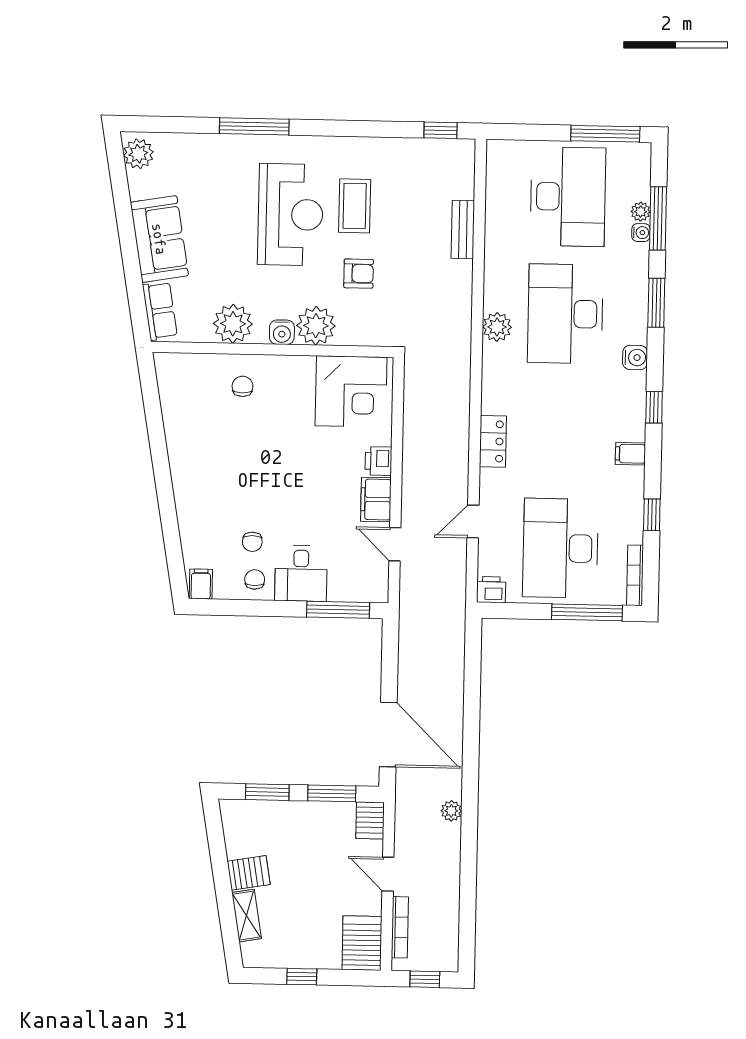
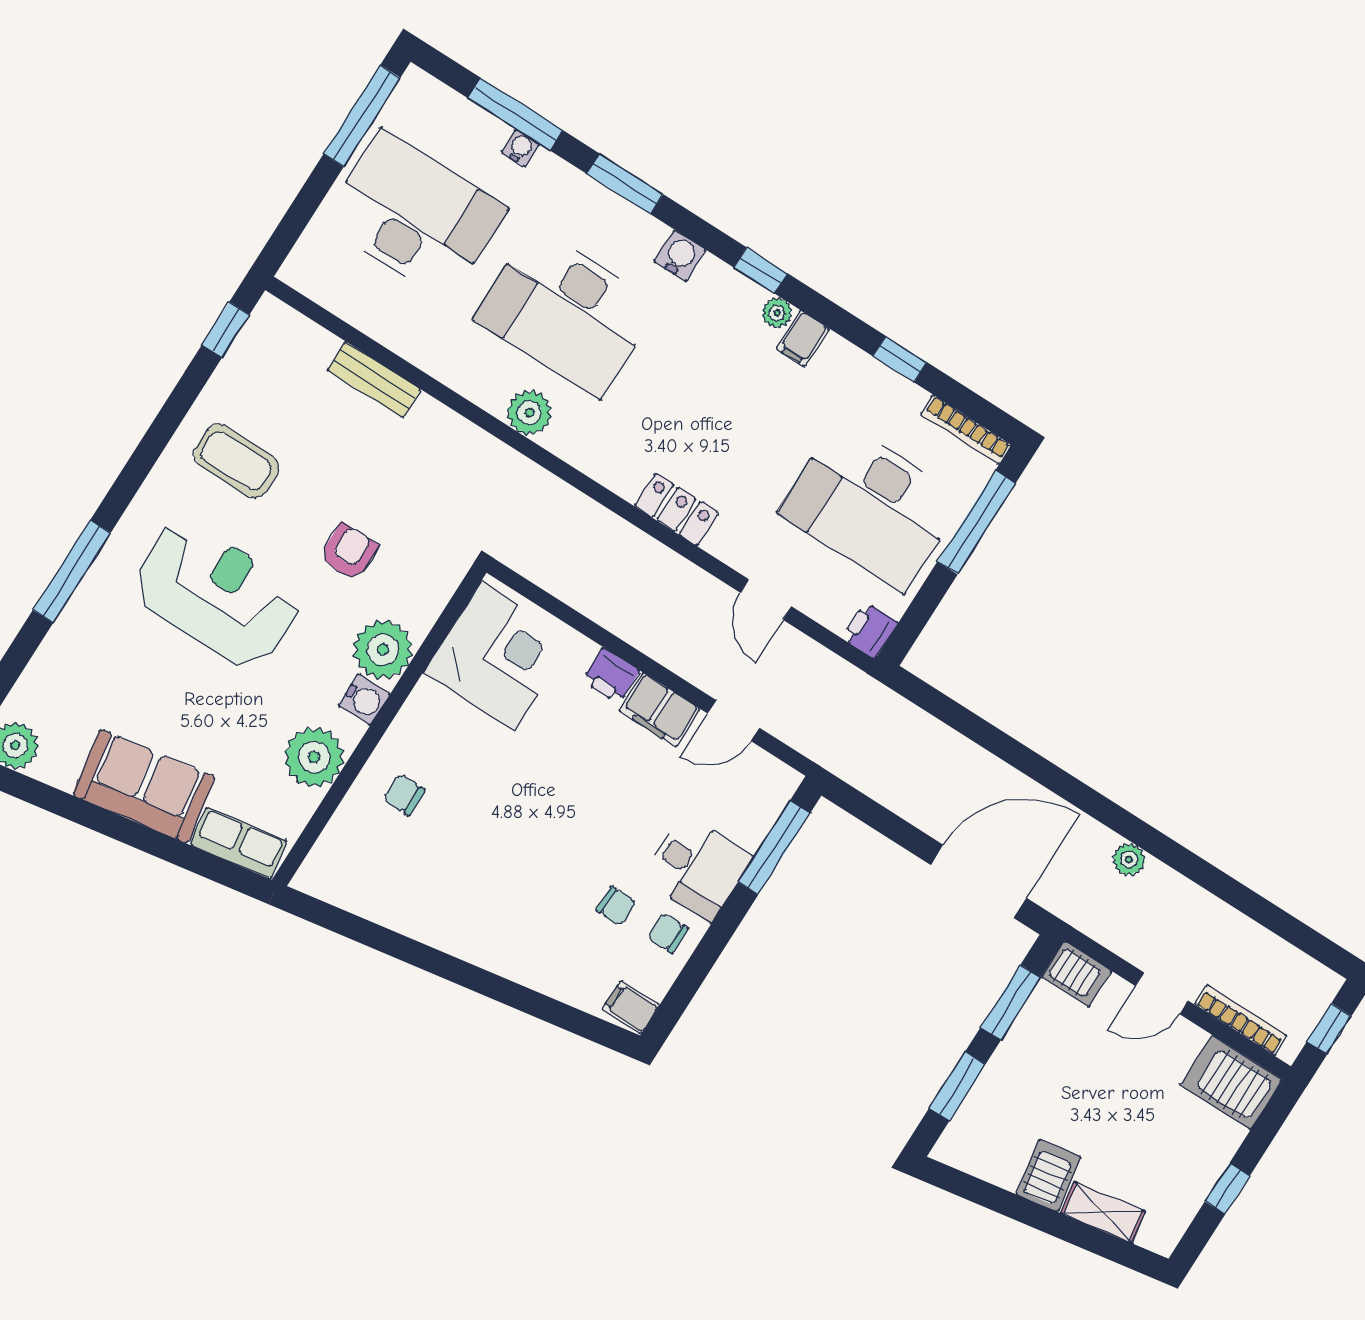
coffee table: (355, 206) -> (236, 461), moved
plant: (641, 212) -> (777, 313), moved

